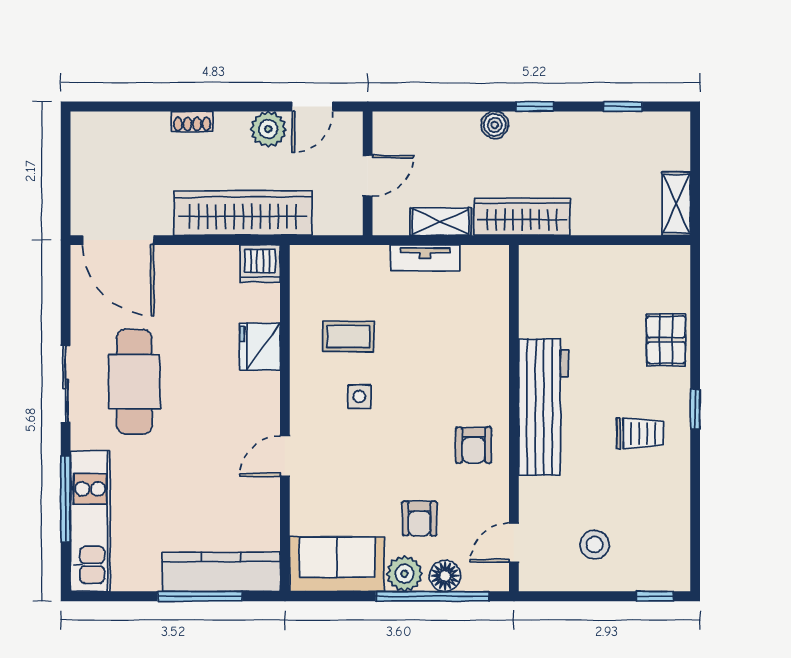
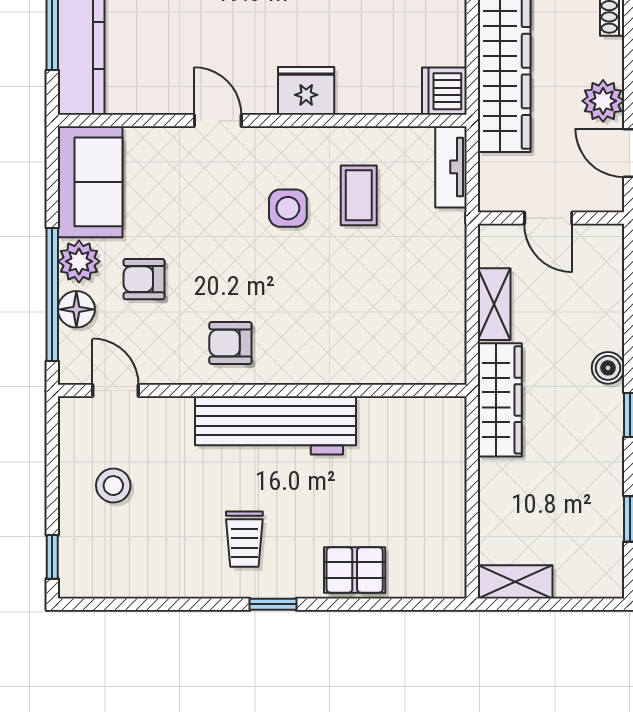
tv unit: (425, 258) -> (451, 167), moved
fridge: (260, 346) -> (306, 91), moved
side table: (359, 396) -> (288, 208), width x1.37, depth x1.37

